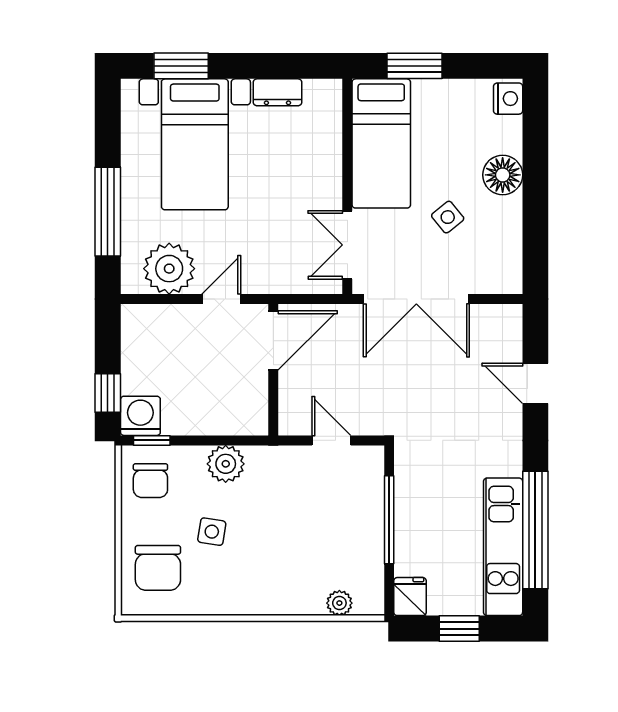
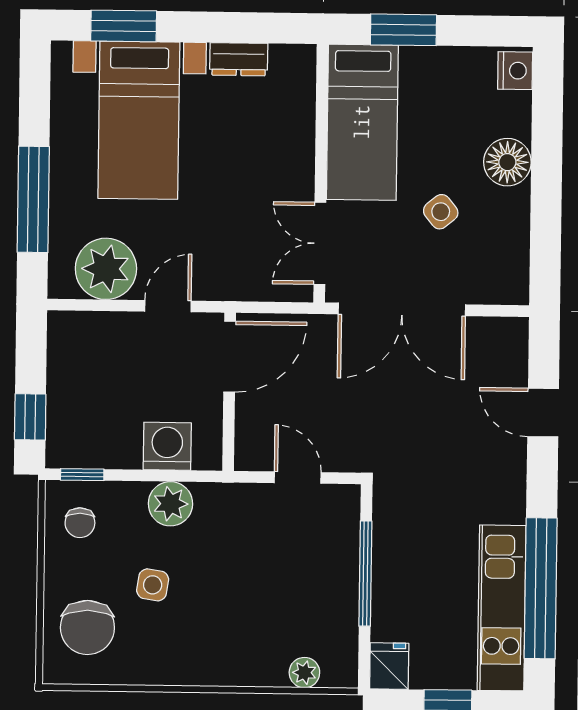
washing machine: (140, 416) -> (167, 446), moved
chair: (150, 481) -> (80, 523), width x0.73, depth x0.73

